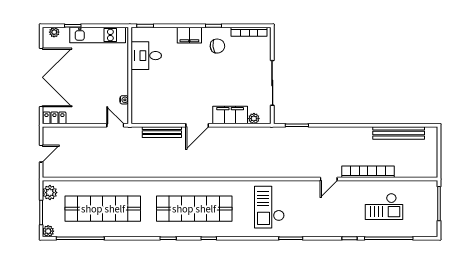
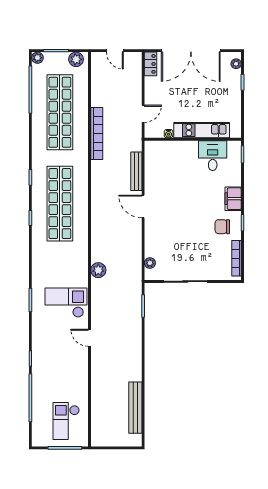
kitchen unit: (98, 35) -> (202, 130), moved, turned 90
chair: (217, 46) -> (222, 227), turned 97
filing cabinet: (230, 115) -> (153, 239), removed
door: (115, 125) -> (143, 114), moved
plant: (261, 170) -> (98, 270), added
bookcase: (368, 172) -> (97, 134), moved
checkout: (384, 206) -> (66, 421), moved
checkout: (269, 207) -> (66, 303), moved

